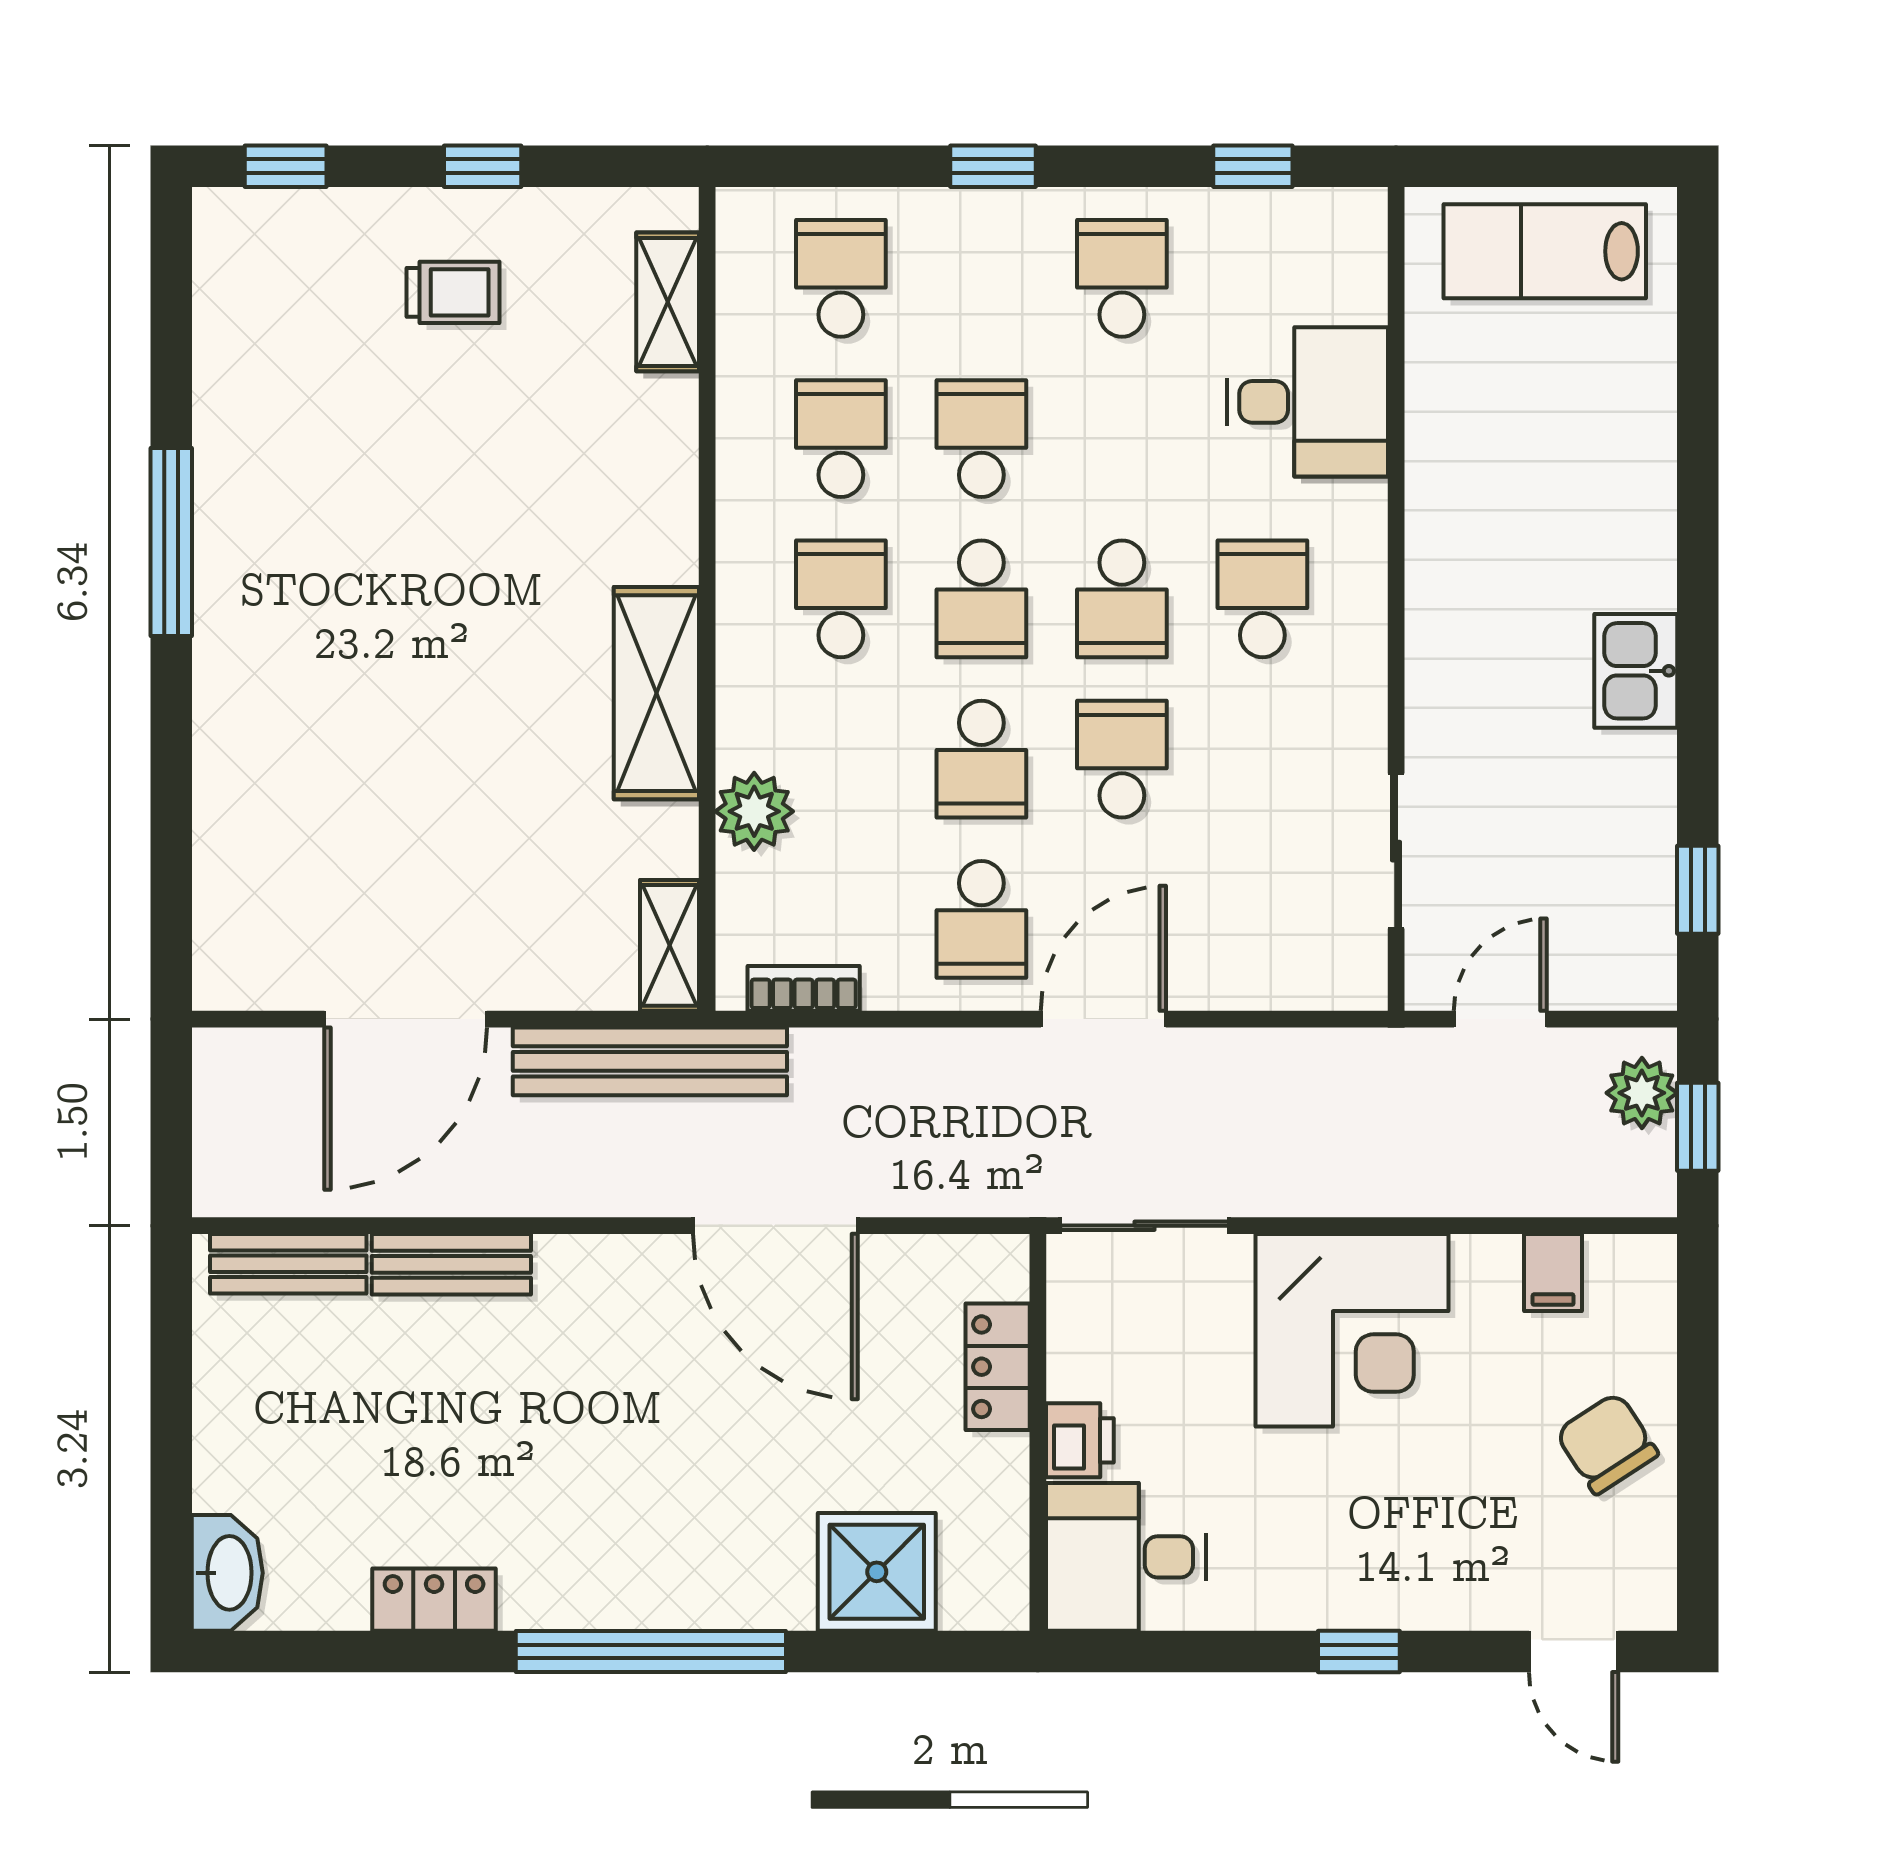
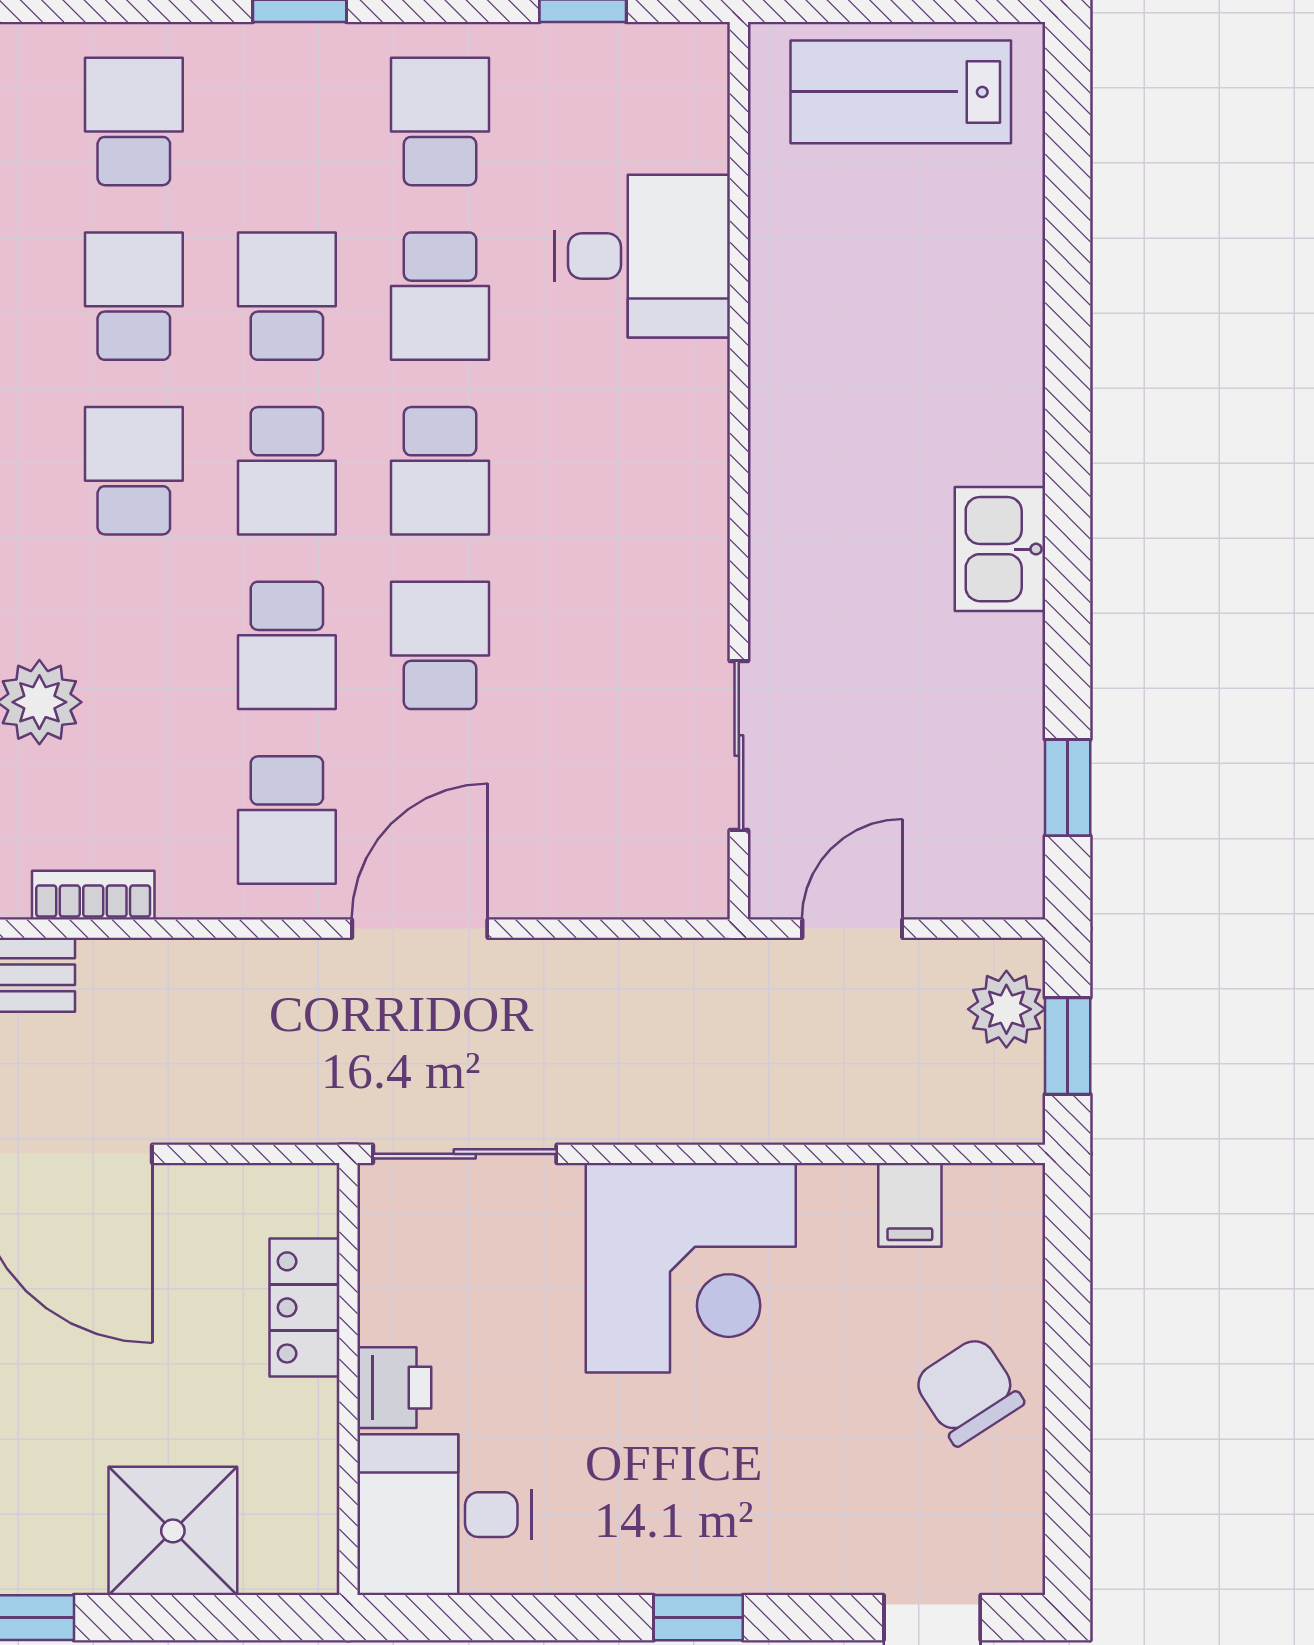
school desk: (1262, 599) -> (440, 296), moved, turned 180

